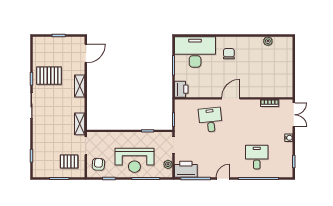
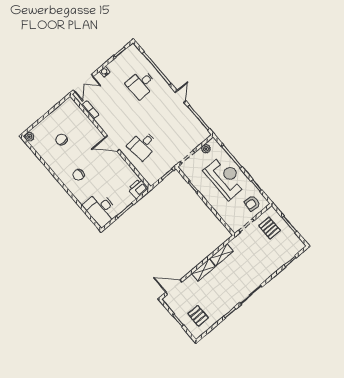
plant: (268, 41) -> (29, 137), moved
desk: (195, 52) -> (101, 209), width x0.73, depth x0.77
chair: (266, 63) -> (61, 140), added
pallet: (49, 76) -> (198, 316), moved, width x0.67, depth x0.71
double door: (294, 115) -> (83, 83), swing flipped
shelving: (80, 124) -> (221, 255), moved
printer: (186, 169) -> (198, 131), removed
door: (223, 179) -> (180, 96), swing flipped

